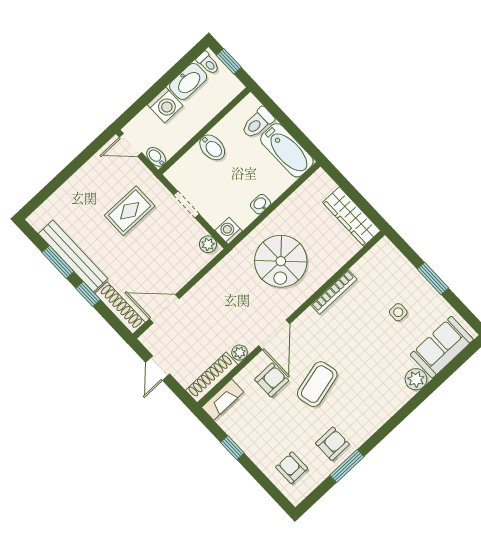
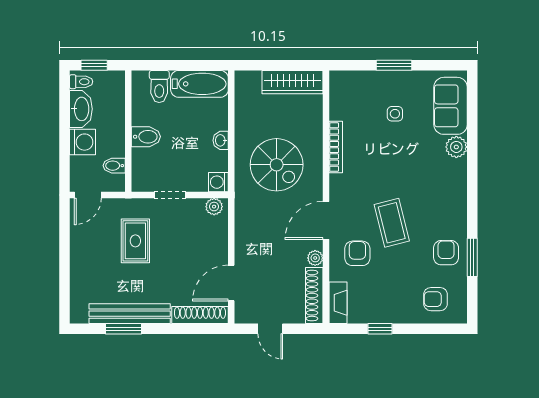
bidet: (156, 157) -> (114, 166), moved
window: (88, 294) -> (168, 329), removed
door: (274, 335) -> (326, 220), swing flipped

